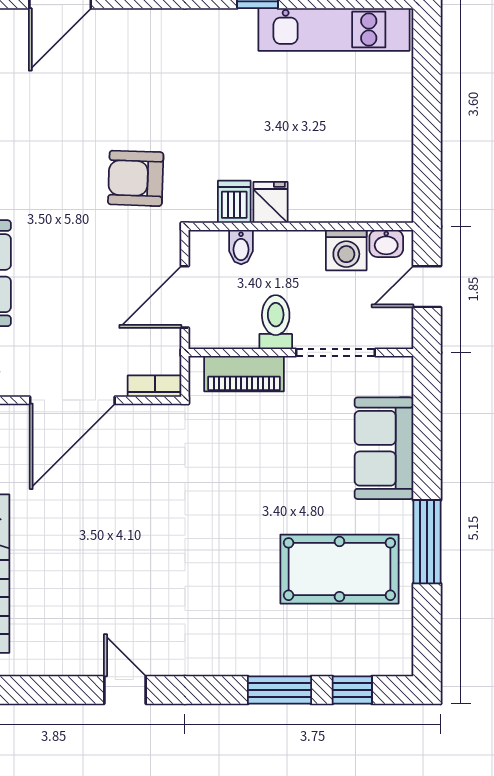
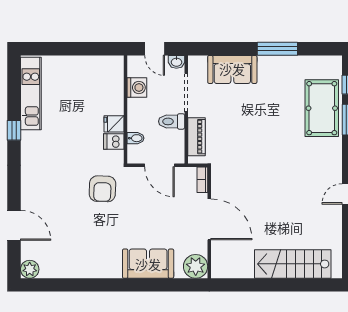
washbasin: (386, 243) -> (176, 62), moved, turned 90
pool table: (339, 569) -> (322, 108), moved

